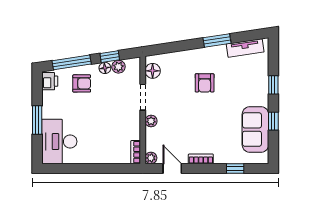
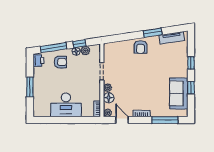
floor lamp: (153, 71) -> (109, 98), moved
armchair: (205, 83) -> (141, 47), moved
desk: (59, 142) -> (66, 105), moved, turned -90
window: (235, 169) -> (165, 120), width x2.17

